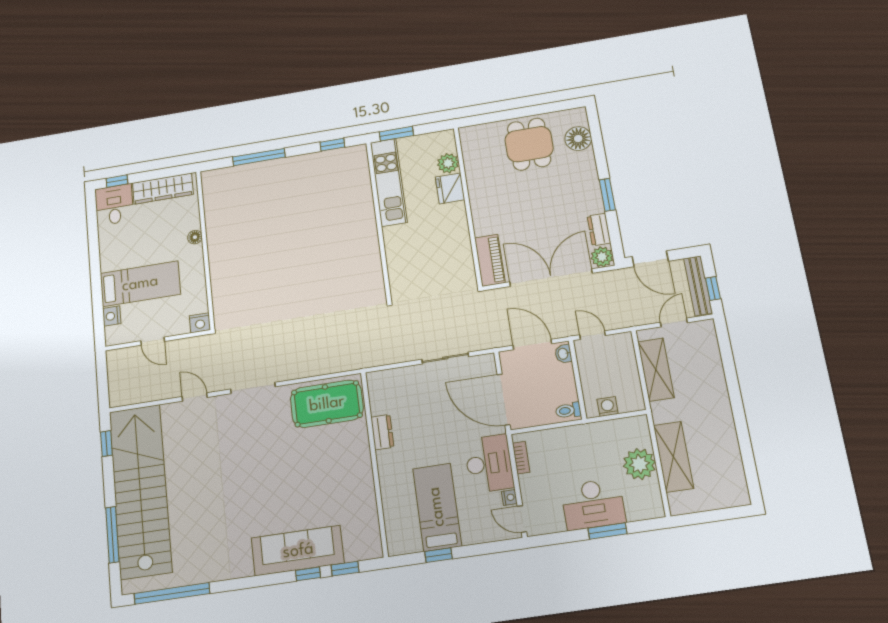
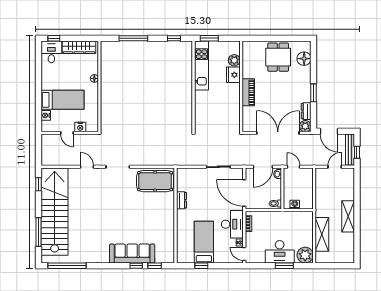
piano: (490, 260) -> (248, 92), moved
nightstand: (200, 323) -> (80, 127), moved
door: (532, 344) -> (263, 167), swing flipped
shelving: (656, 370) -> (348, 216), moved
plant: (639, 464) -> (305, 255), moved

